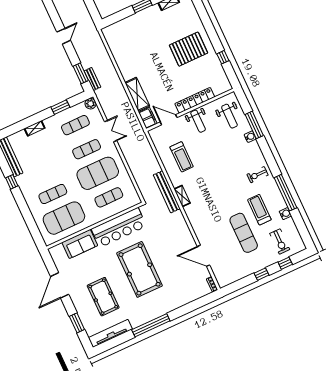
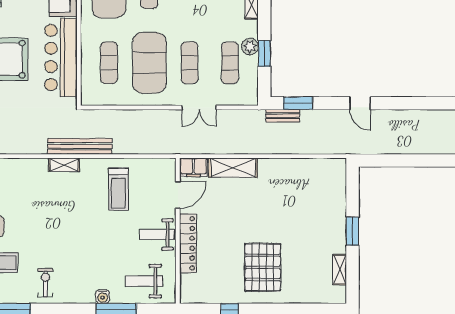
plant: (91, 104) -> (250, 47), moved
treadmill: (182, 157) -> (118, 189), turned -90

